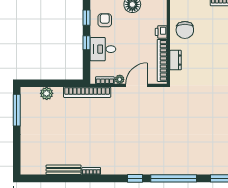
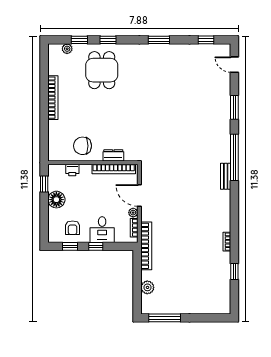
armchair: (105, 20) -> (73, 228), turned -90
chair: (185, 30) -> (82, 146), turned 180
printer: (161, 32) -> (72, 170), moved
bench: (64, 170) -> (226, 176), moved, width x0.73
window: (135, 178) -> (234, 271), moved

